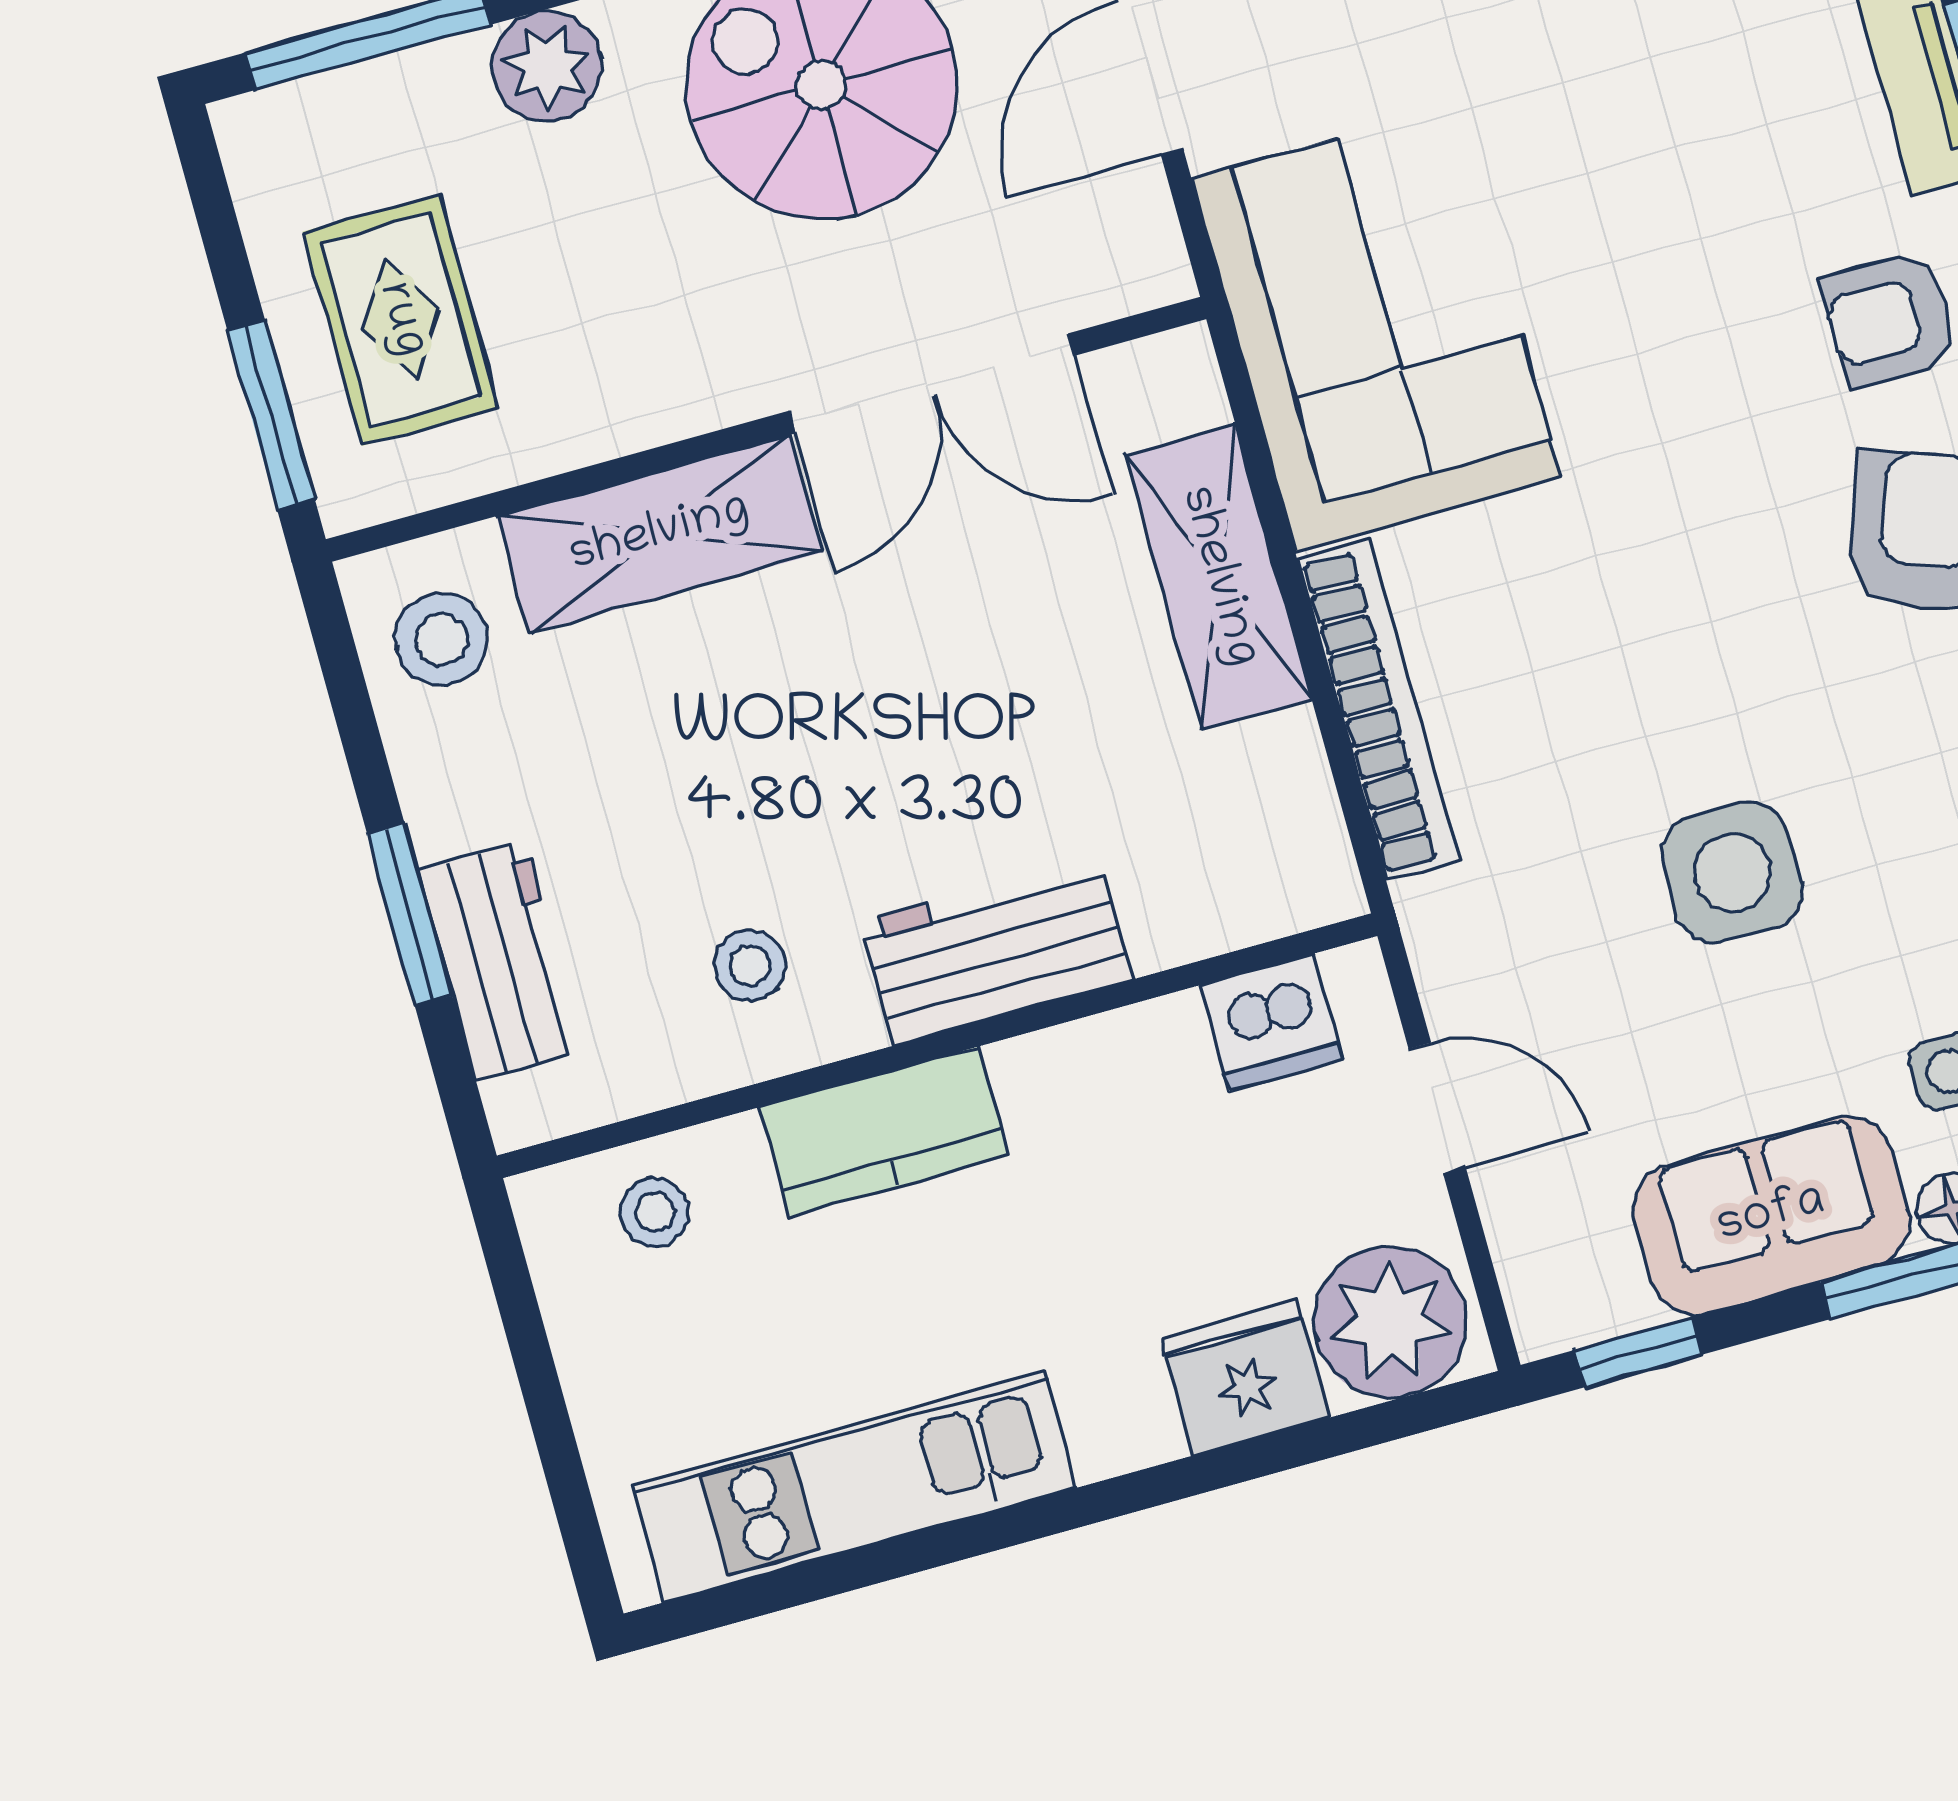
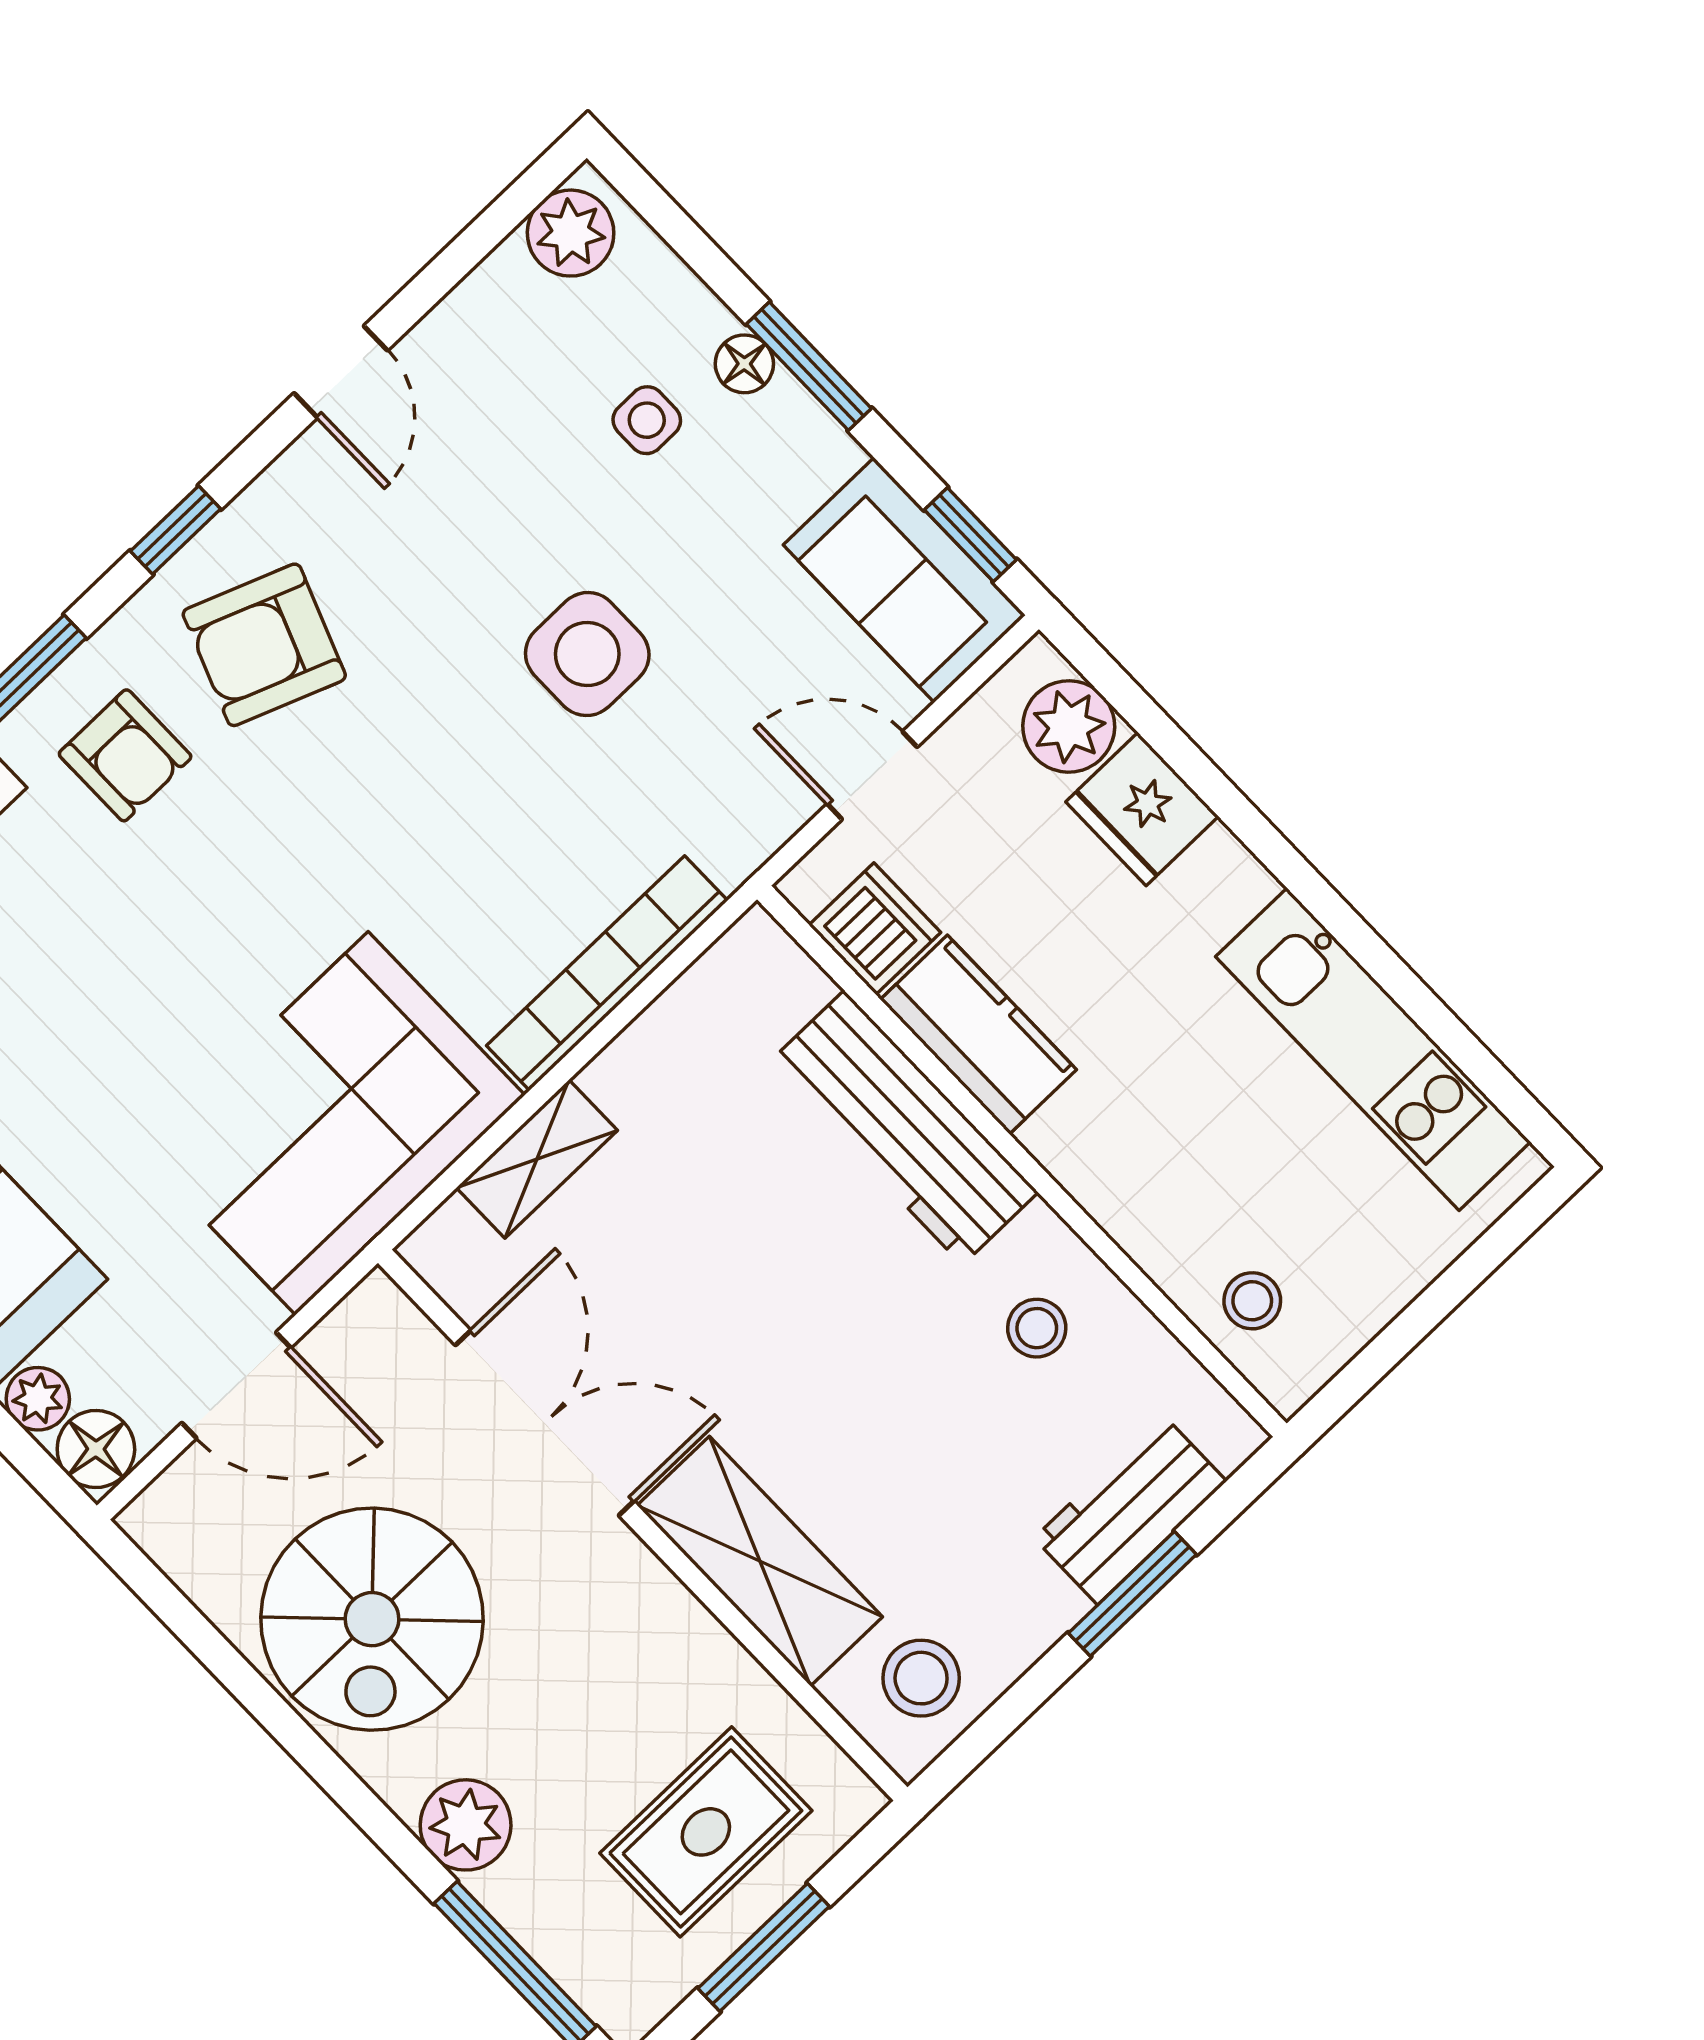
window: (271, 415) -> (764, 1947), moved
shelving: (1218, 577) -> (537, 1159), width x0.67, depth x0.75
workbench: (997, 951) -> (903, 1128), width x1.38
door: (1437, 1108) -> (872, 775), hinge flipped
kitchen counter: (884, 1131) -> (978, 1035), moved
sofa: (1771, 1215) -> (904, 580), moved
plant: (1390, 1322) -> (1069, 726), width x0.73, depth x0.73

